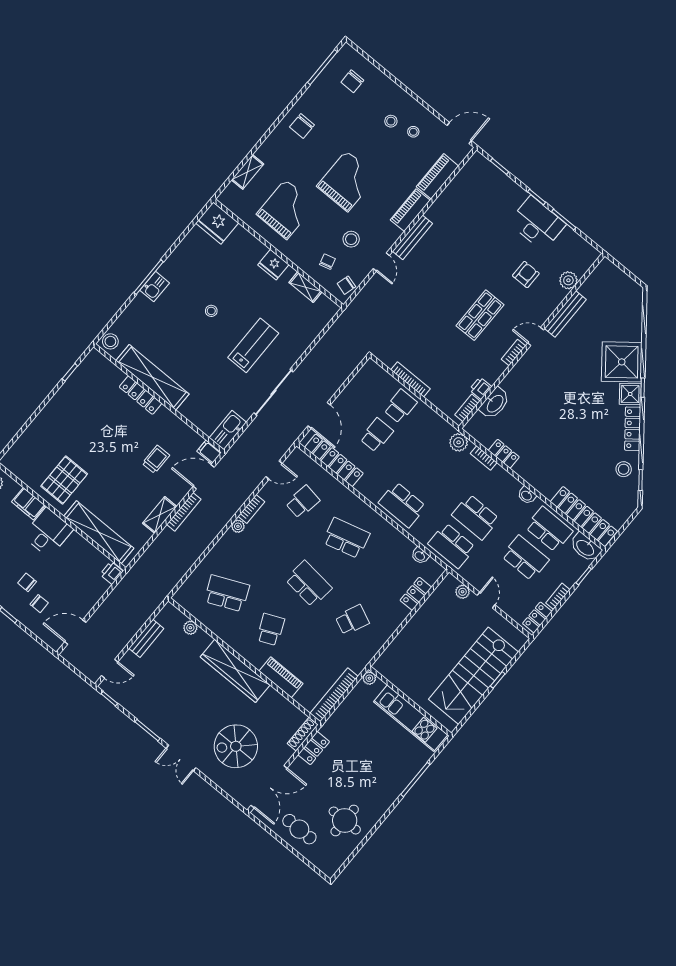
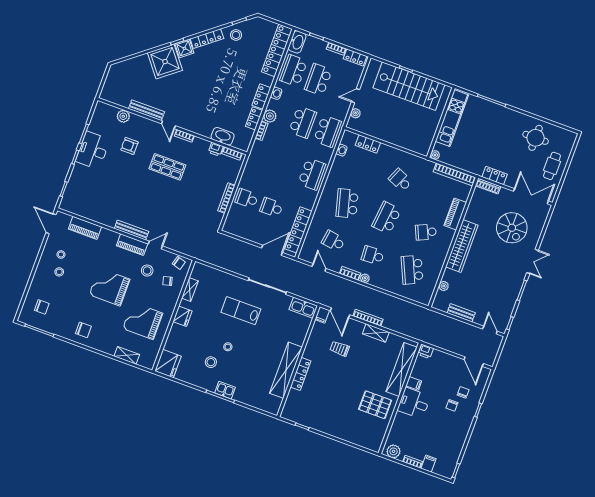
piano: (410, 210) -> (132, 245), moved
stool: (110, 341) -> (211, 362), moved
plant: (459, 442) -> (270, 116), moved
locker: (529, 474) -> (261, 96), added
filing cabinet: (28, 504) -> (414, 383), moved, width x0.50
school desk: (265, 548) -> (373, 255), added

